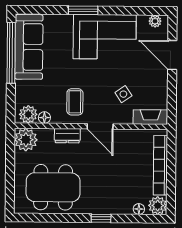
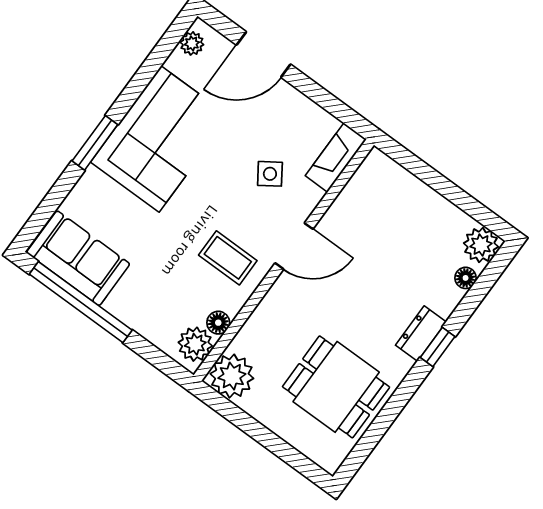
sofa: (29, 47) -> (78, 258), width x0.73
dresser: (67, 136) -> (421, 334), moved, turned 180
bookcase: (160, 165) -> (422, 196), removed
dining table: (53, 187) -> (336, 387), width x0.73

